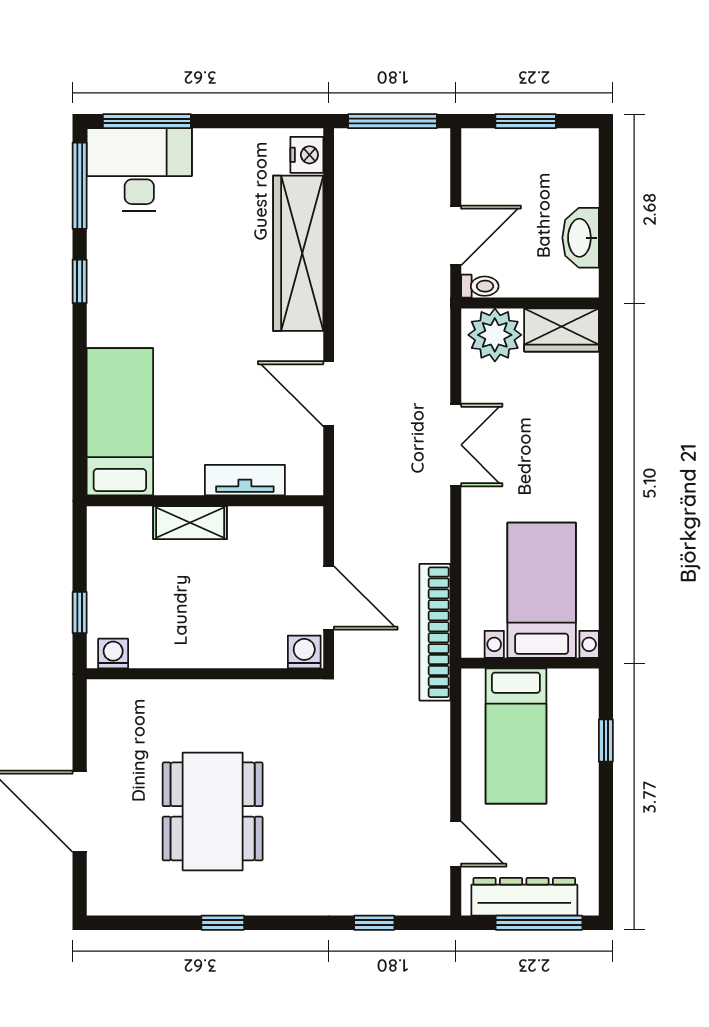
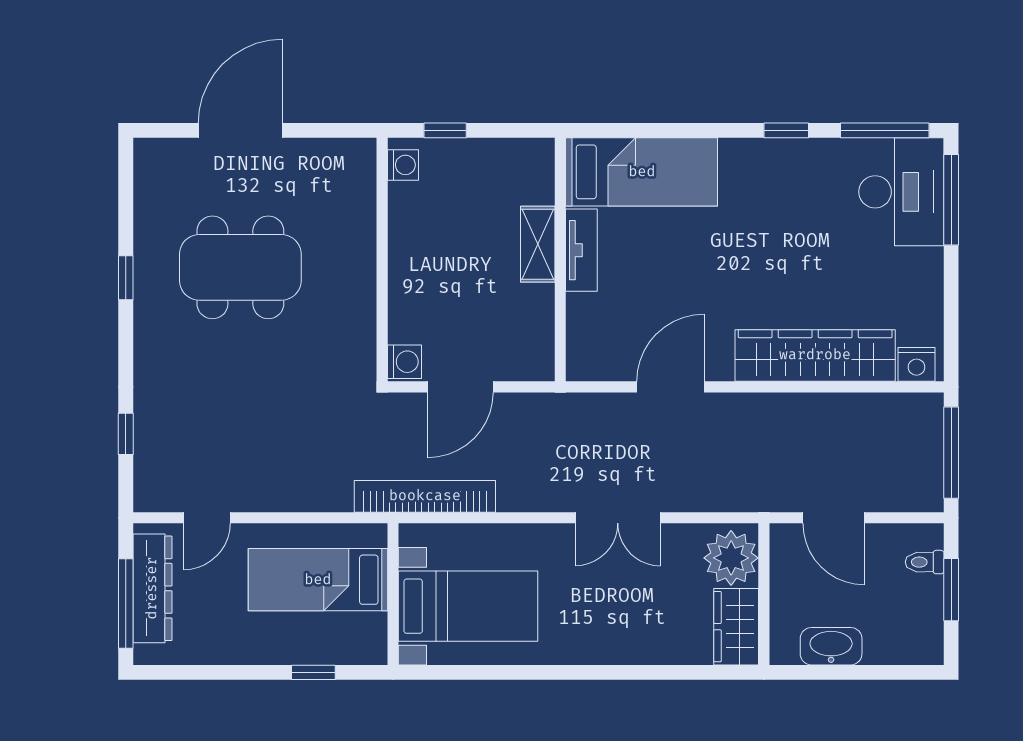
toilet: (480, 286) -> (925, 562), moved, turned 90
tv unit: (245, 480) -> (581, 250), moved

